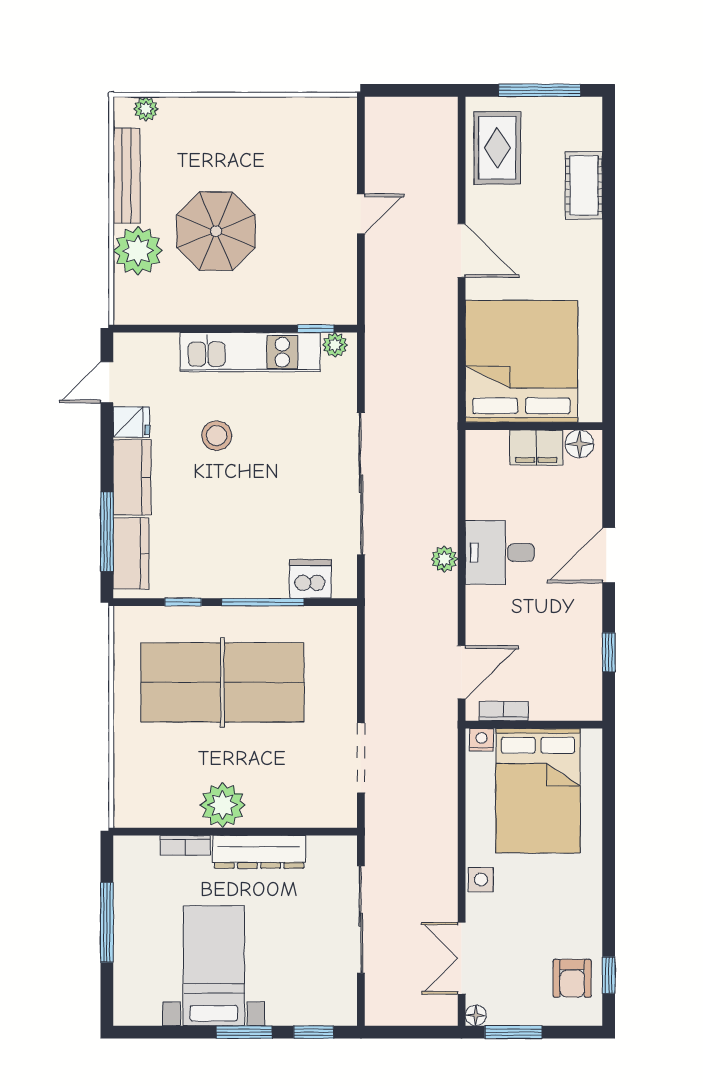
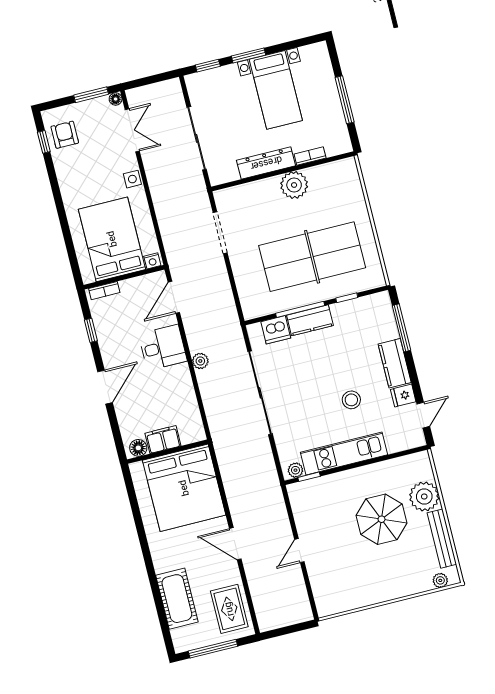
cot: (584, 185) -> (177, 599), width x1.37, depth x1.34
desk: (500, 552) -> (163, 347), moved
kitchen counter: (131, 553) -> (310, 320), moved, turned -90
bookcase: (504, 711) -> (104, 291), moved

